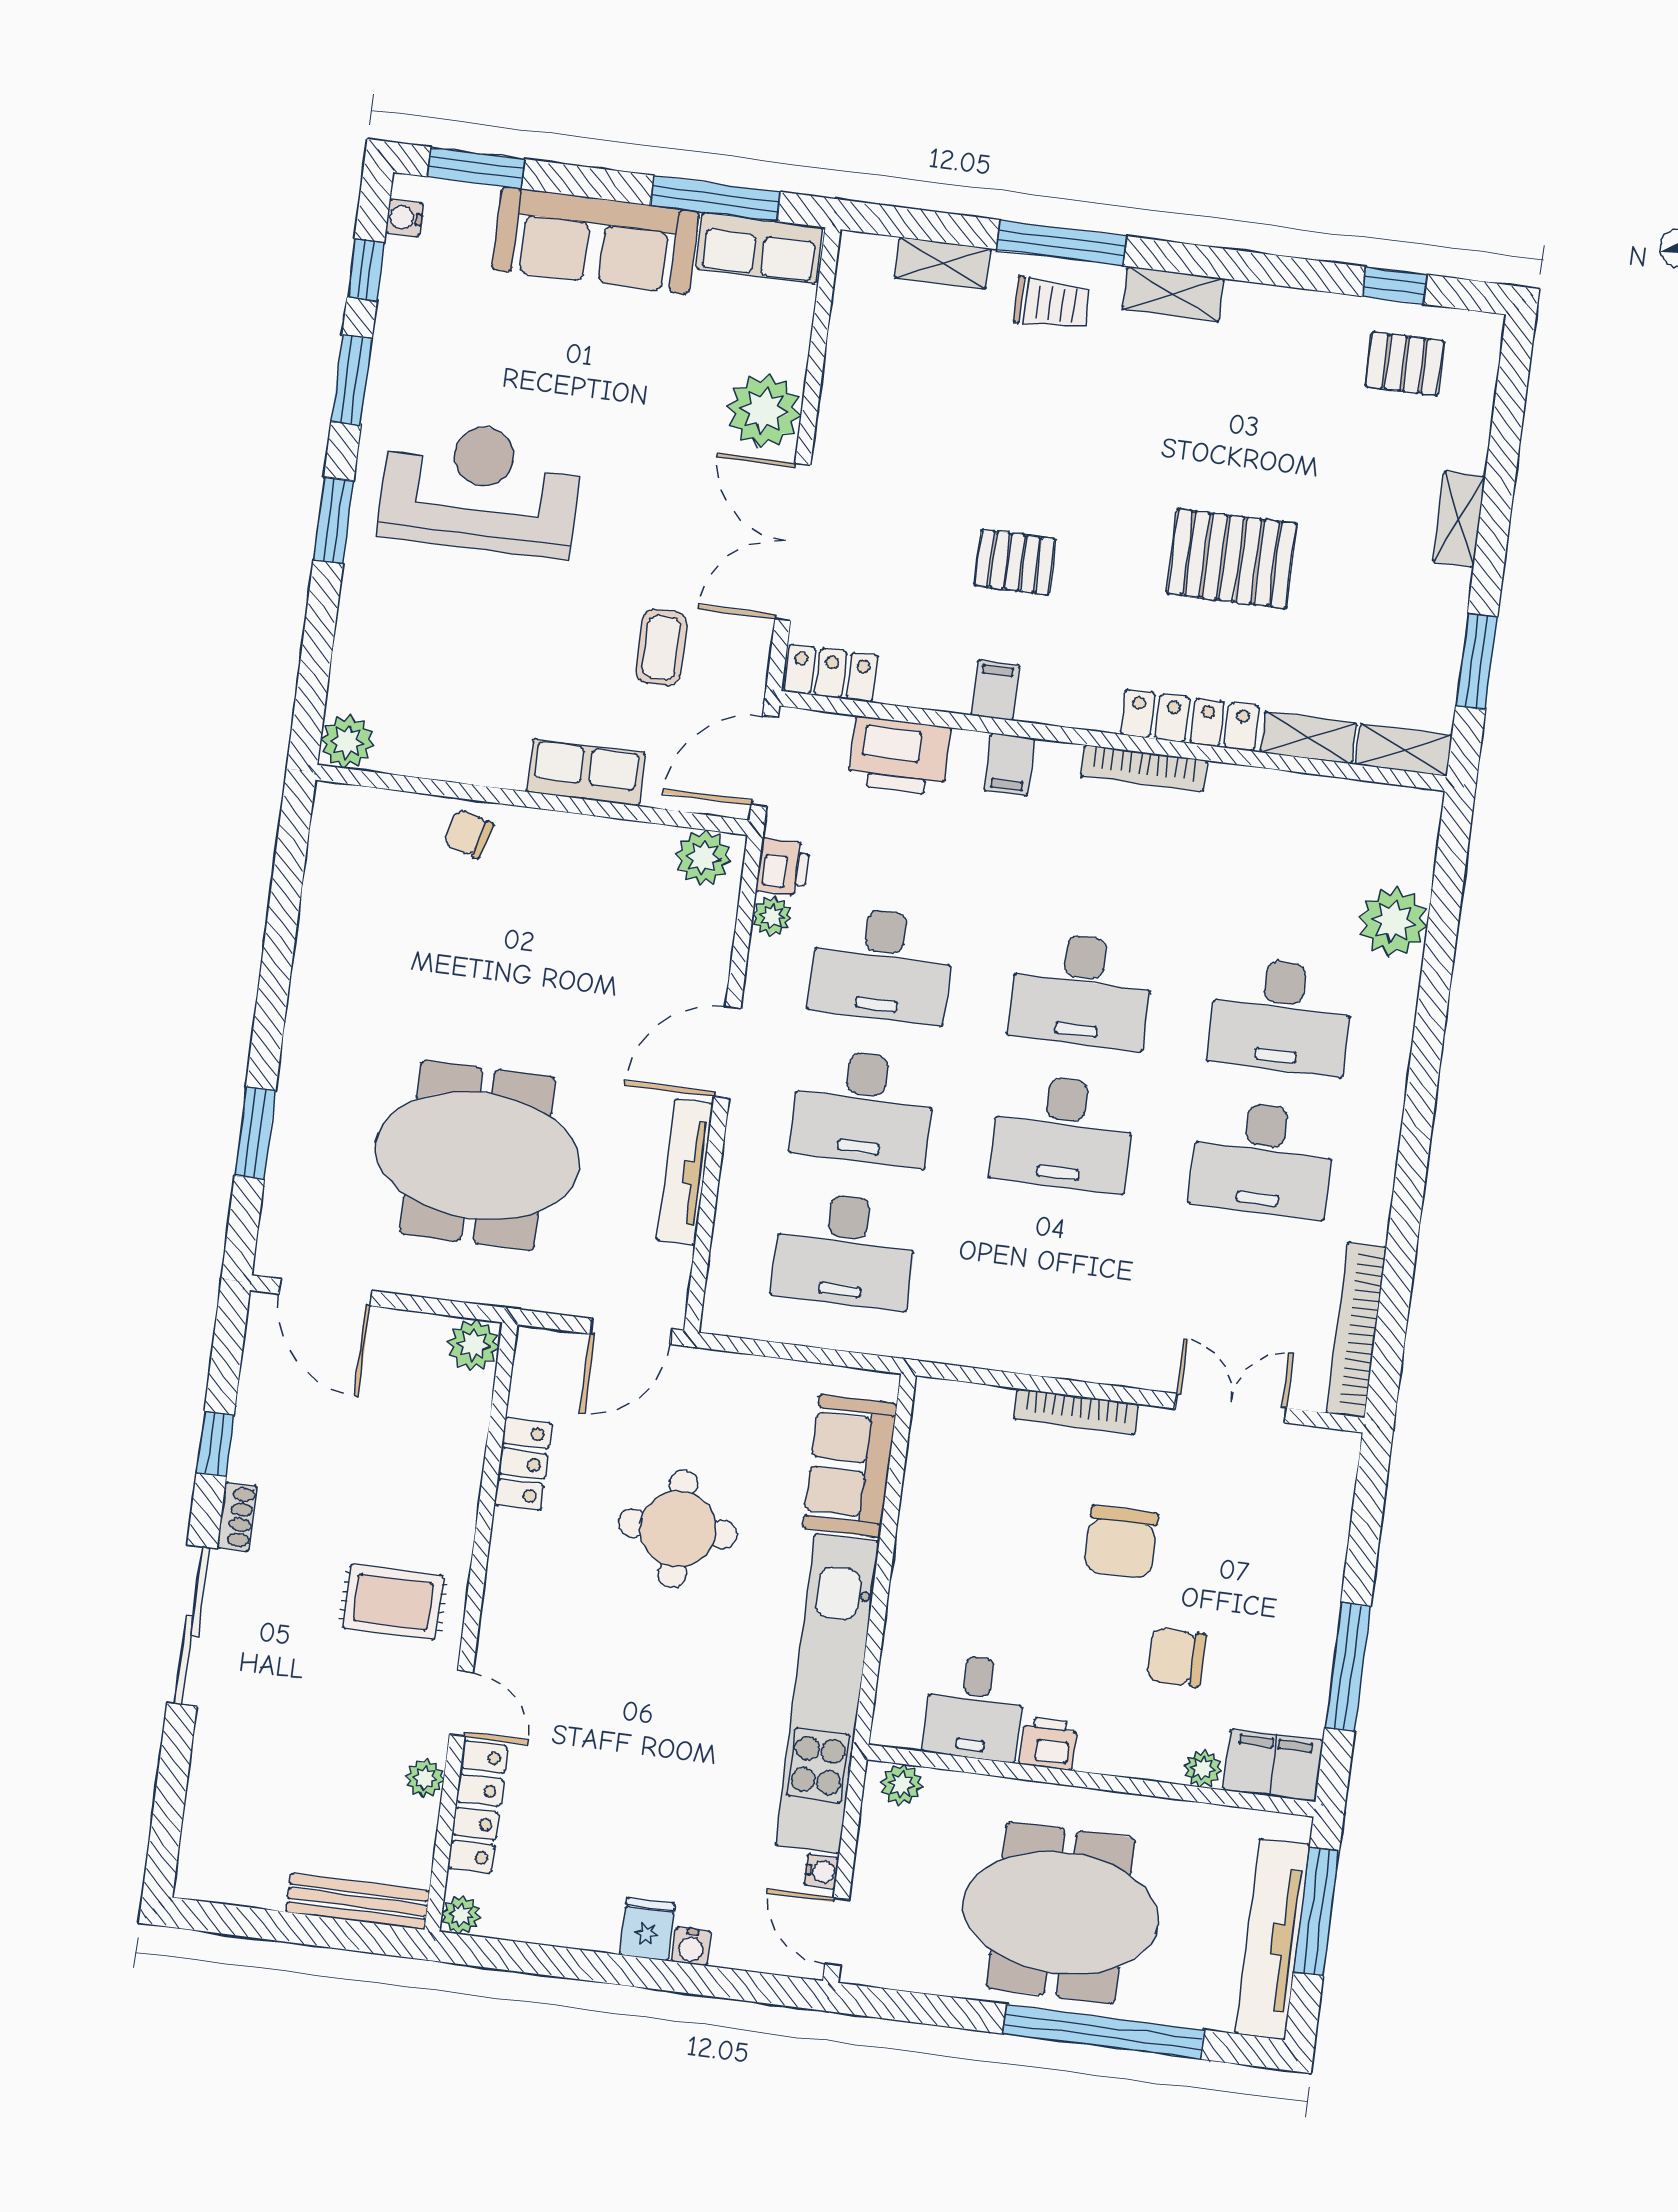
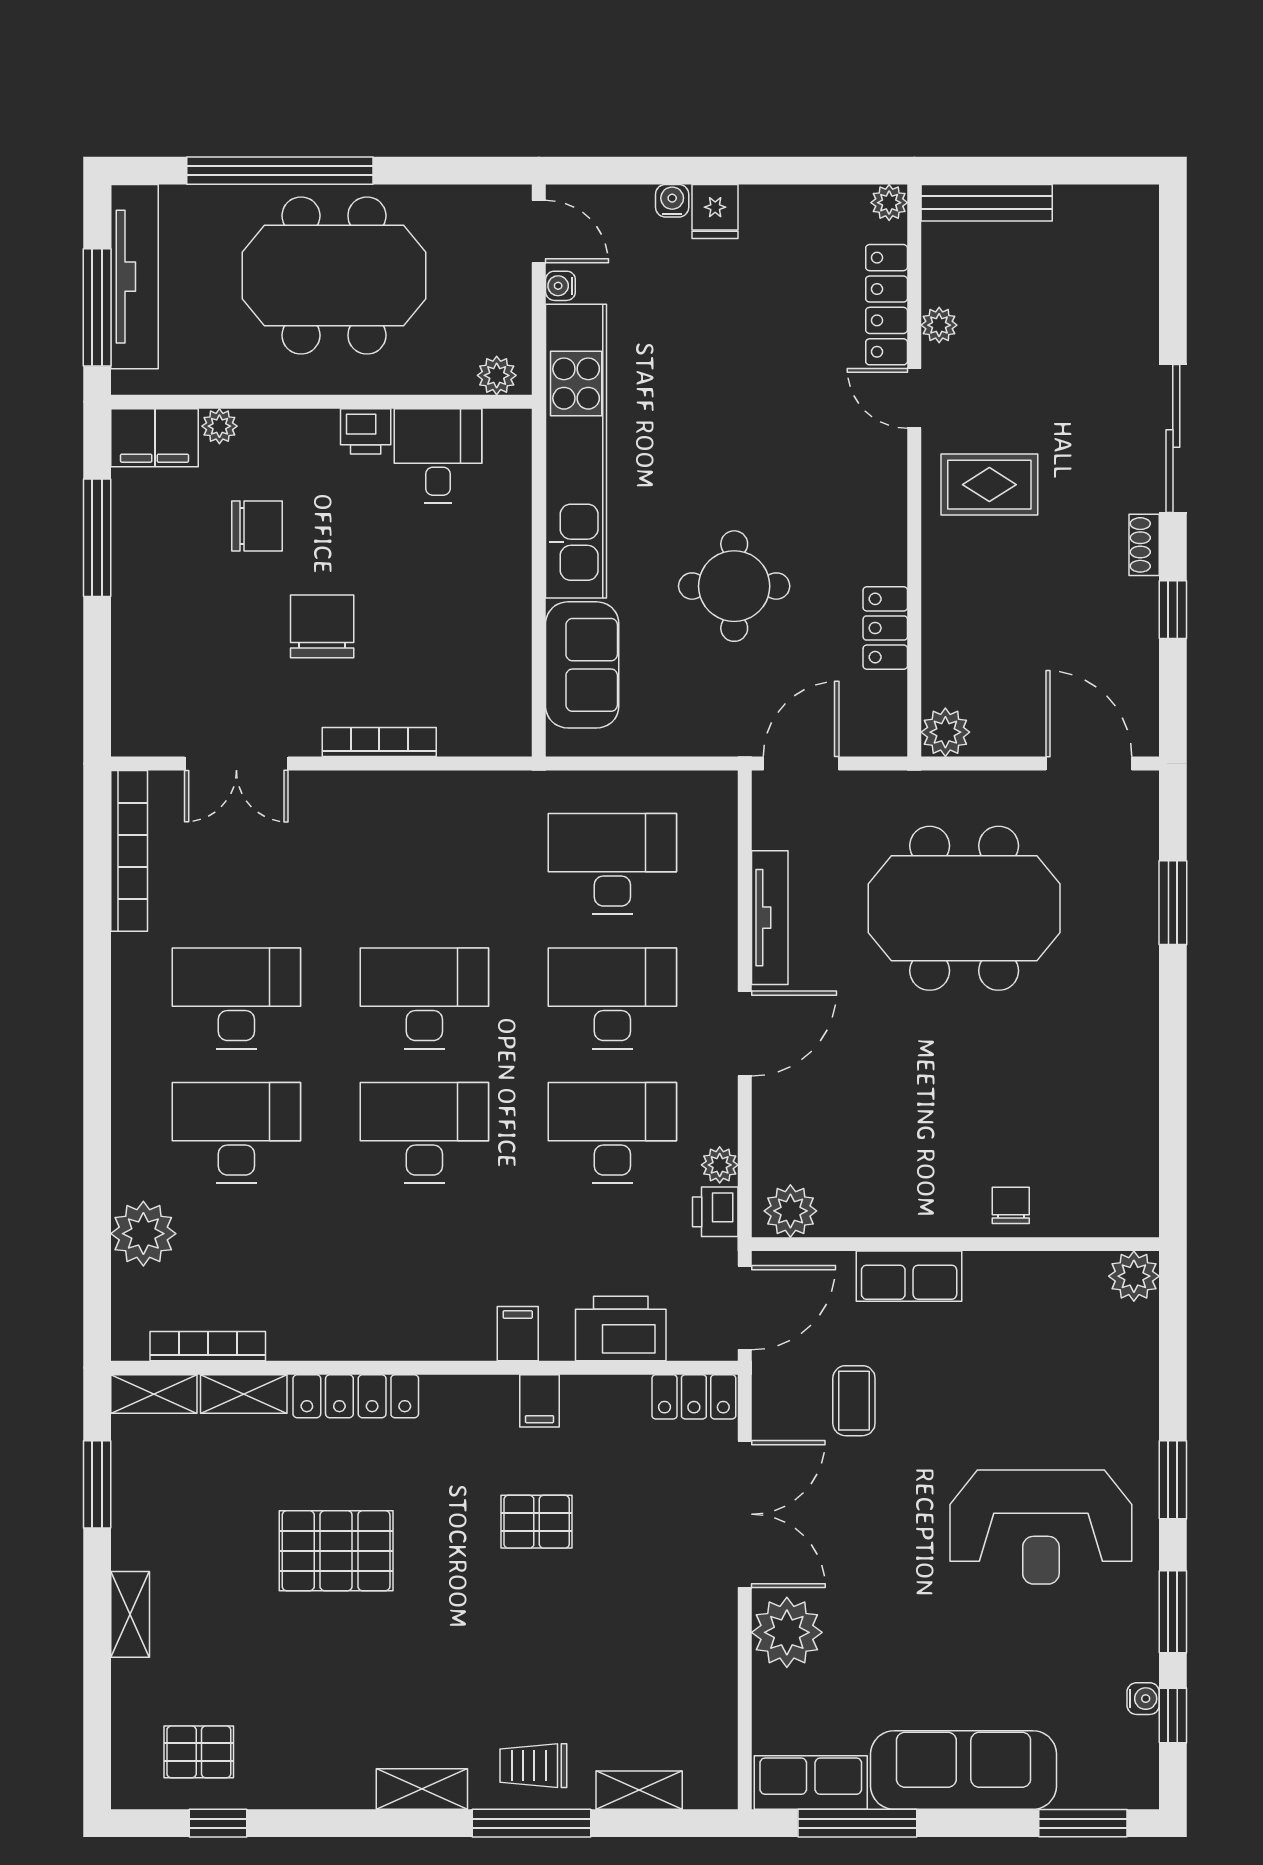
water cooler: (404, 218) -> (1143, 1699), moved
bookcase: (1144, 768) -> (208, 1346), moved
chair: (468, 834) -> (1011, 1205), turned -106

